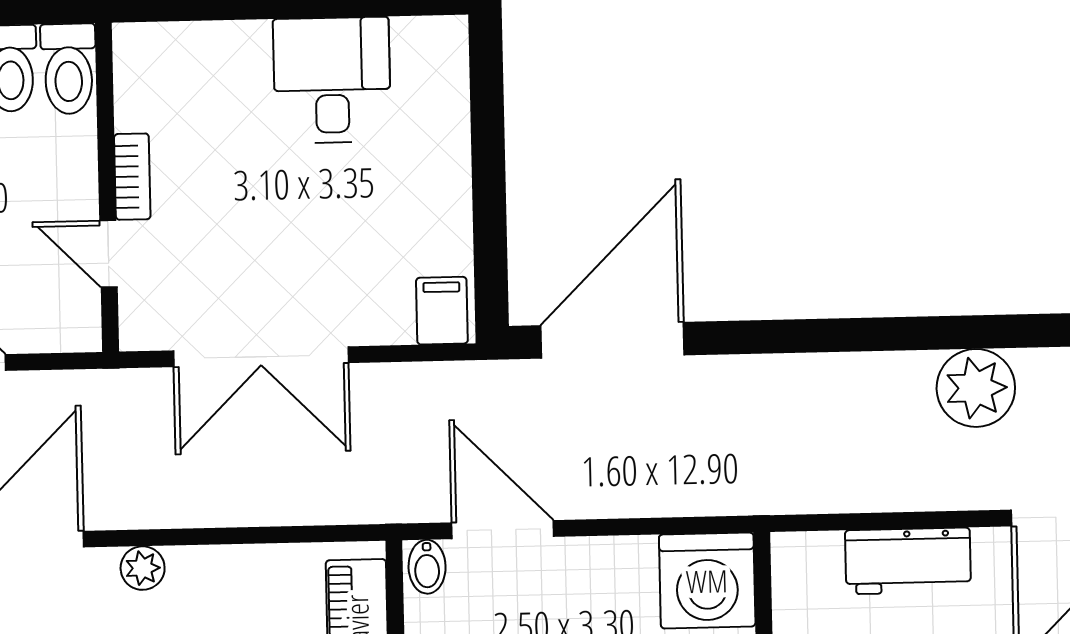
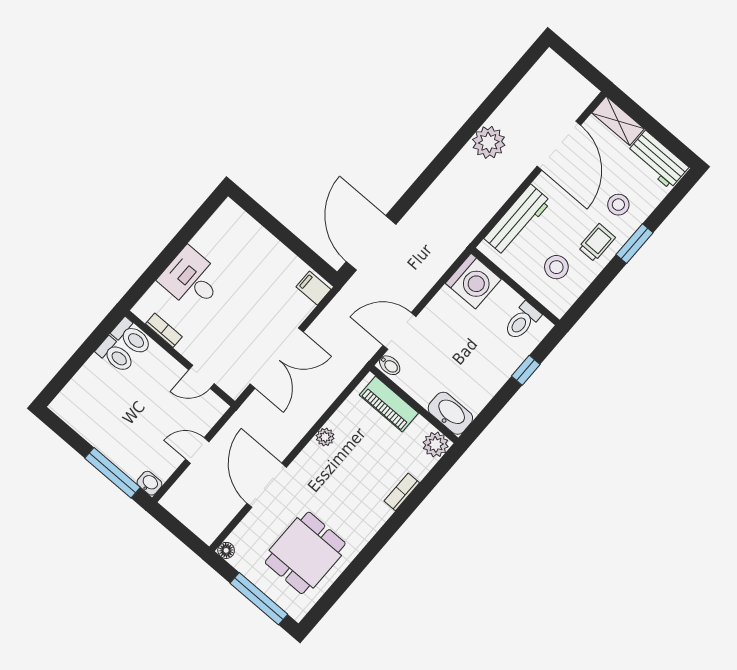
desk: (332, 80) -> (191, 279), moved
bookcase: (132, 177) -> (164, 330), moved
workbench: (908, 561) -> (517, 220), width x1.38
plant: (143, 568) -> (325, 437), moved

